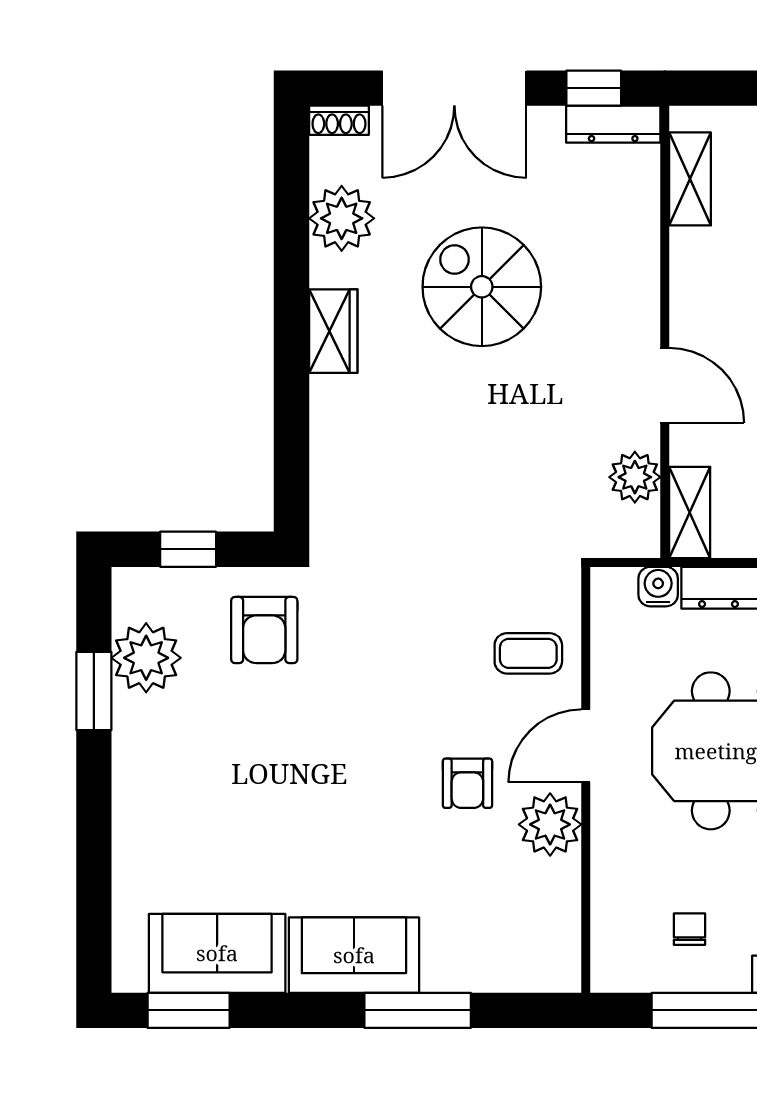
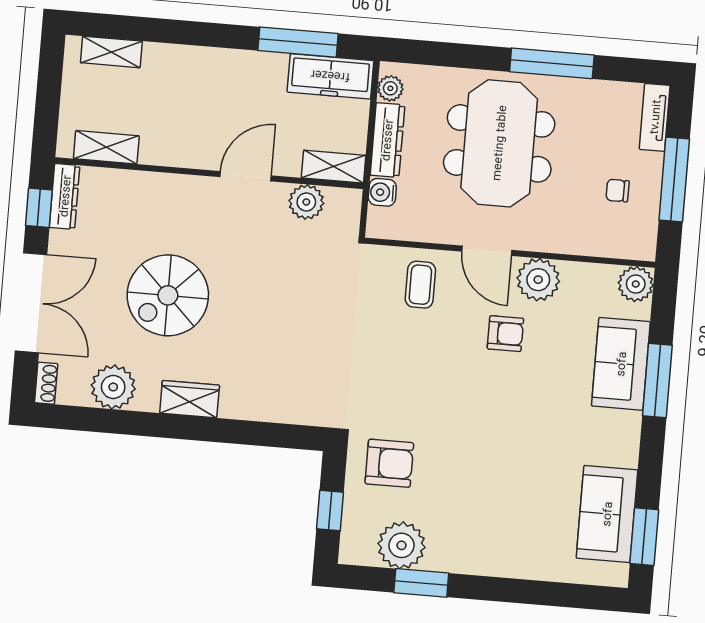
sofa: (354, 955) -> (621, 364), moved
plant: (556, 967) -> (636, 284), added

